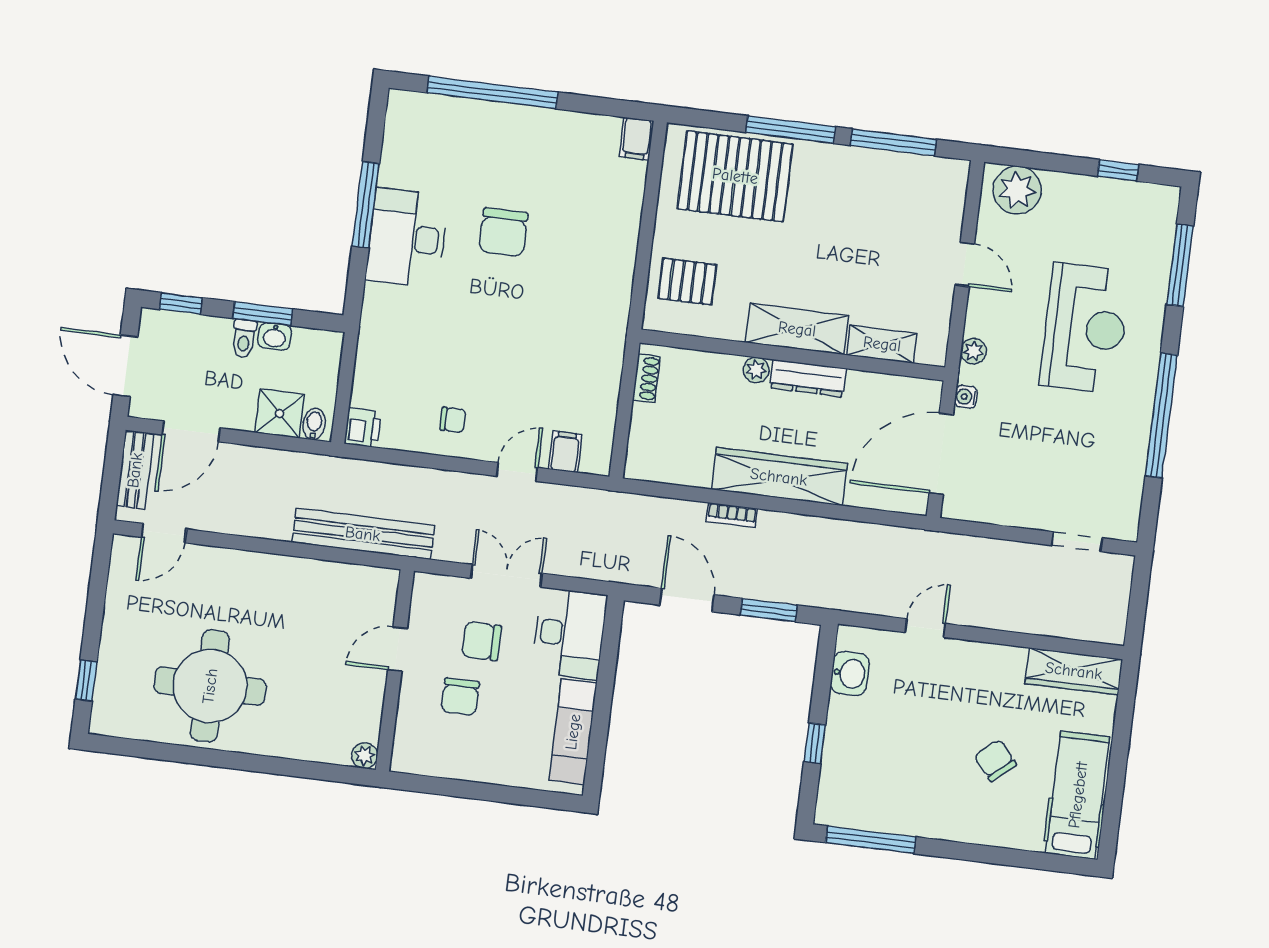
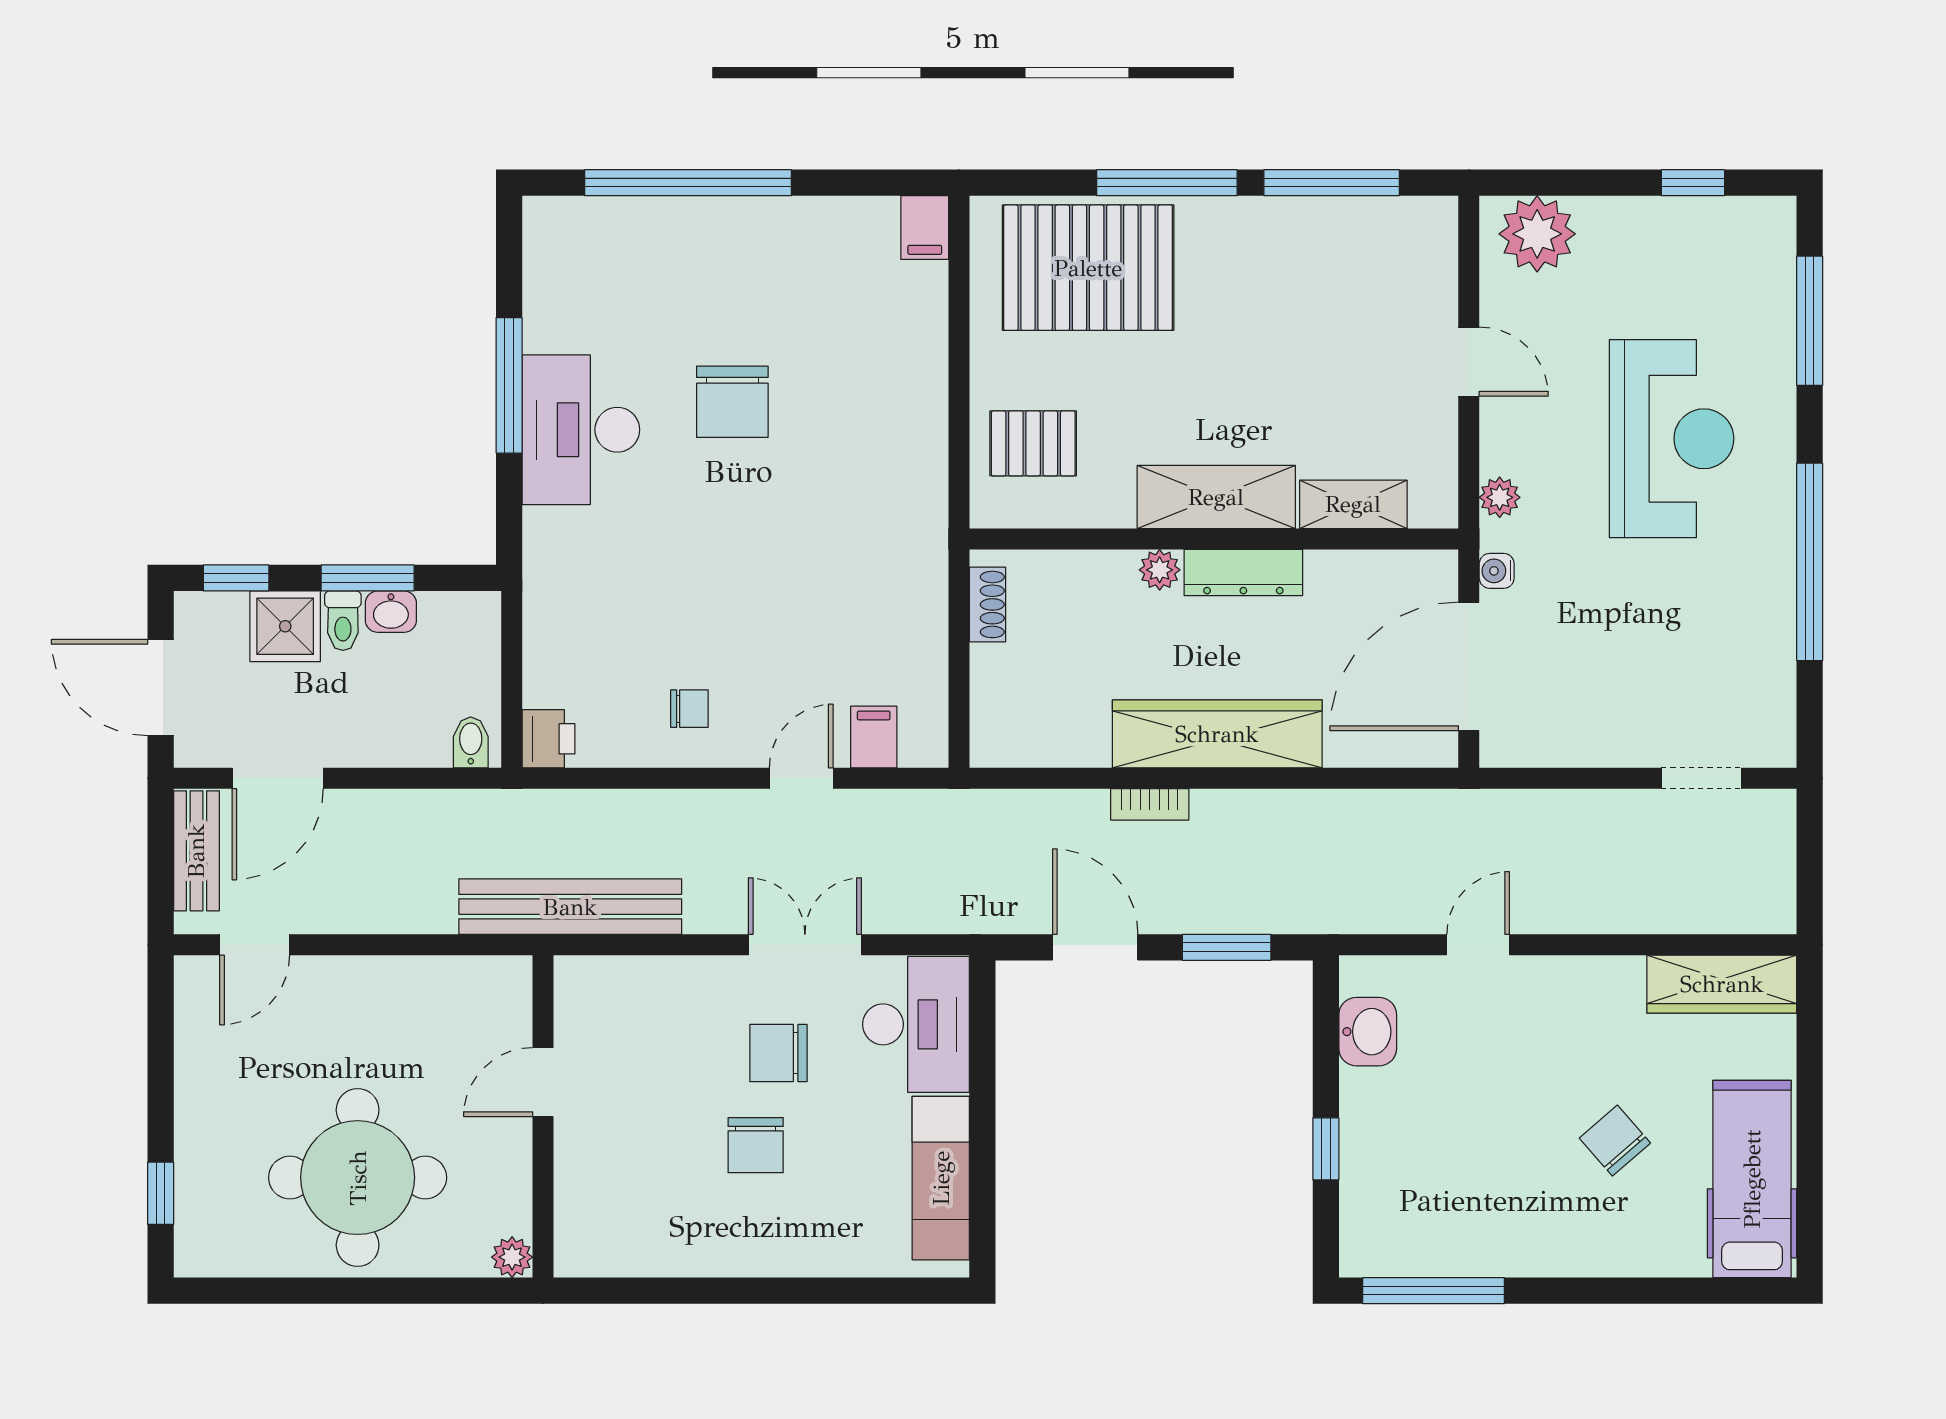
shower: (280, 413) -> (285, 626), moved
door: (397, 649) -> (543, 1082), moved
wall: (395, 670) -> (543, 1116), moved
plant: (365, 756) -> (512, 1257), moved

